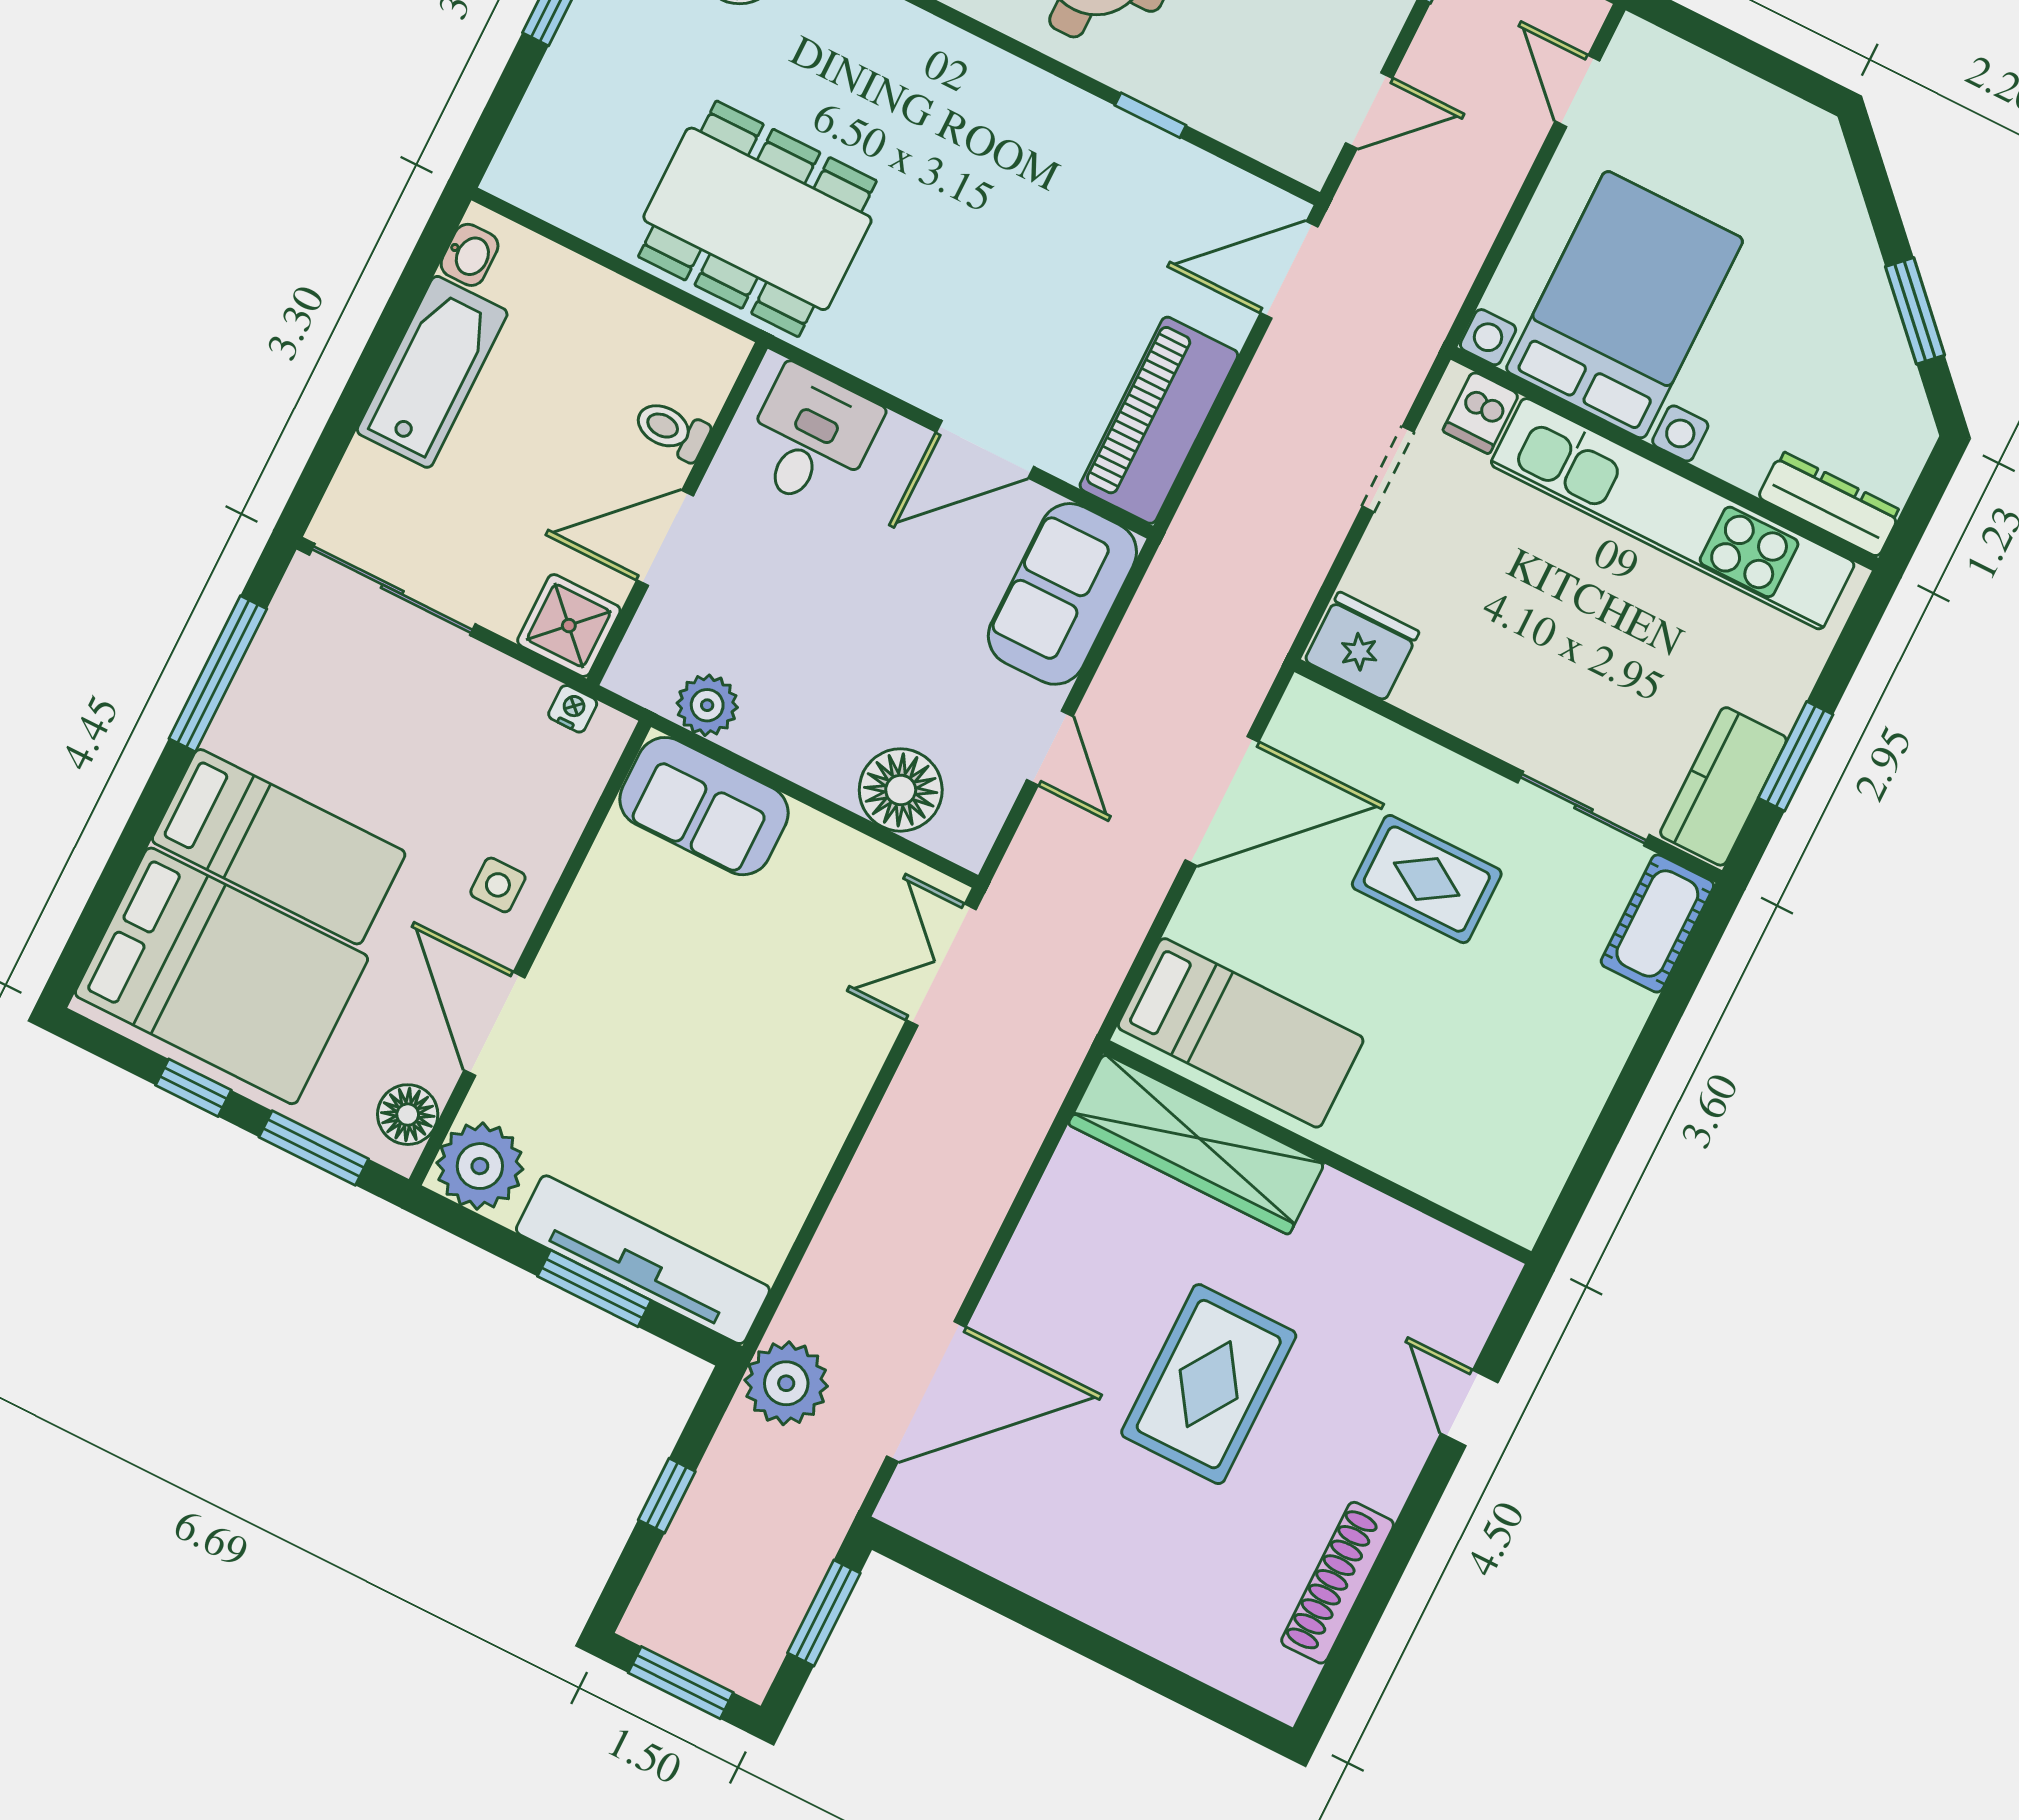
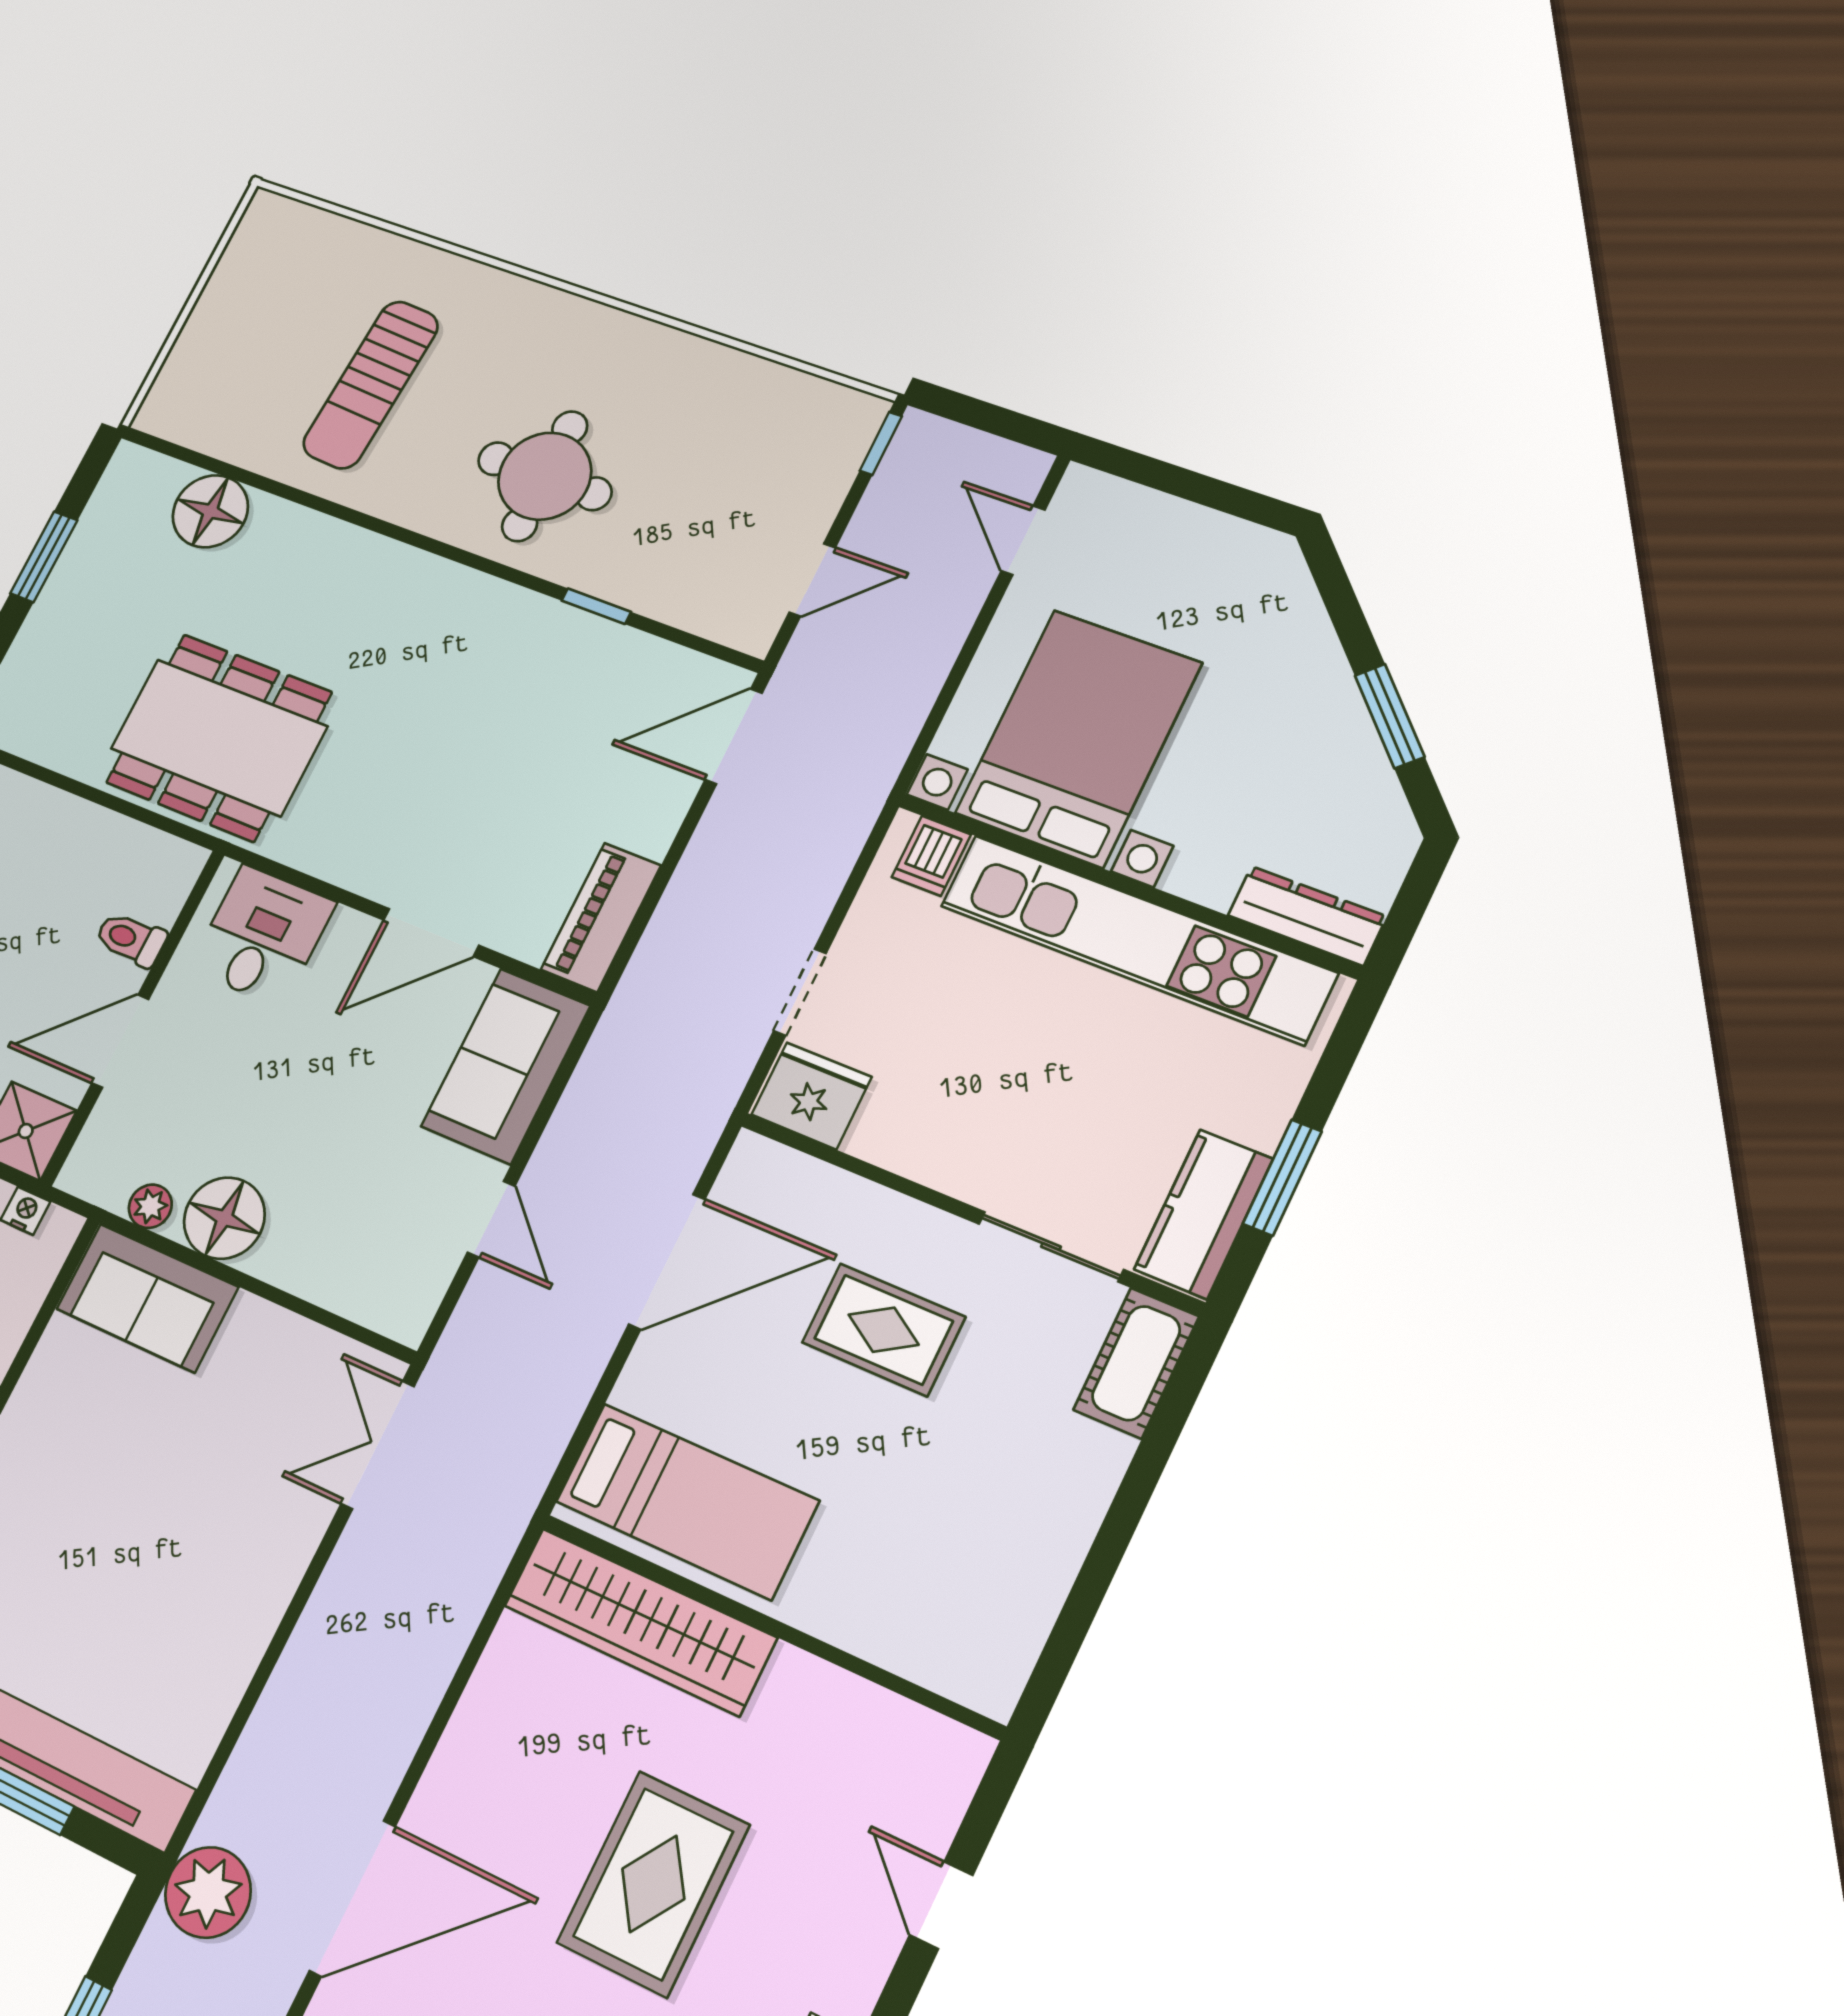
piano: (1159, 420) -> (601, 917), width x0.73, depth x0.75
doorway: (1388, 469) -> (800, 992), moved
plant: (707, 705) -> (150, 1206), width x0.73, depth x0.73
floor lamp: (901, 790) -> (224, 1218), moved

